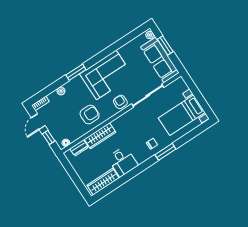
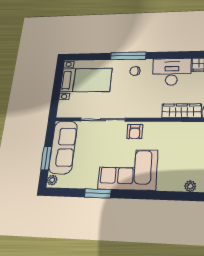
window: (76, 72) -> (98, 193), moved
armchair: (90, 115) -> (177, 140), removed
window: (165, 152) -> (128, 56), width x1.44
desk: (123, 161) -> (172, 72), width x1.37

